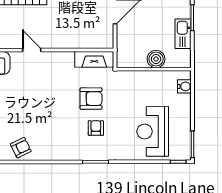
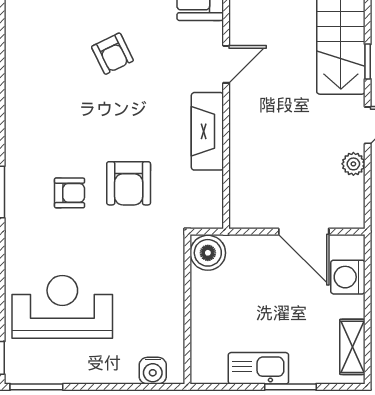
fireplace: (94, 59) -> (207, 131), moved
boiler: (156, 59) -> (208, 253), moved
armchair: (21, 148) -> (112, 54), moved

